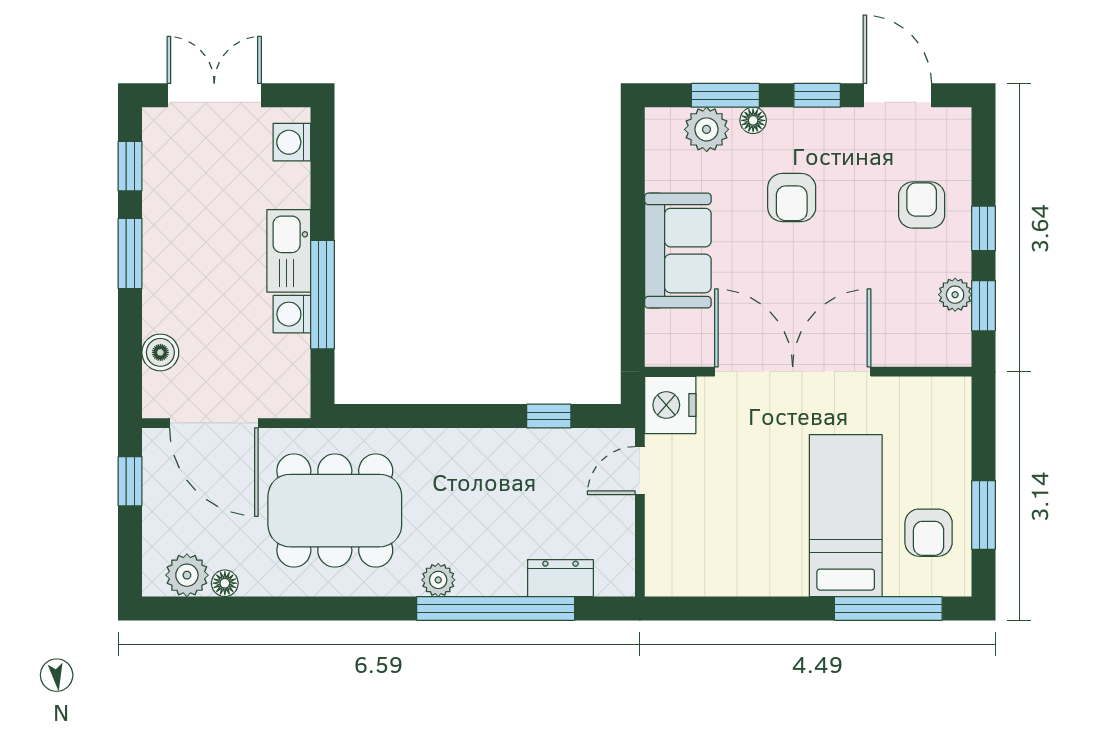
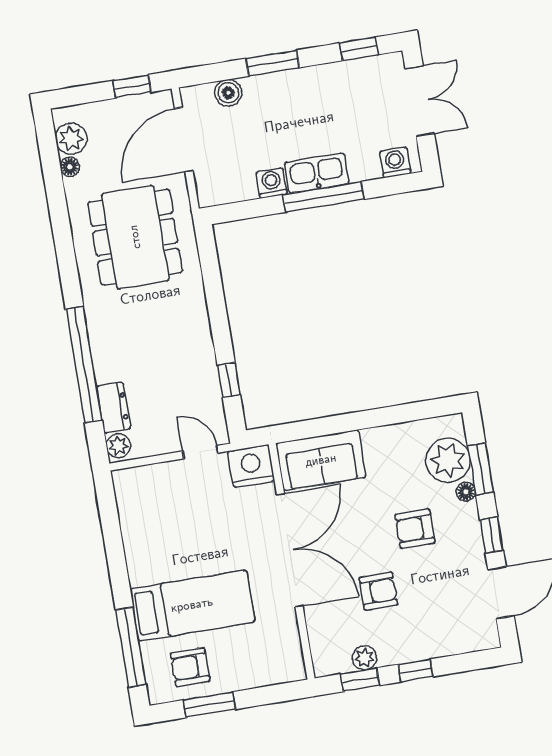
plant: (707, 129) -> (448, 460), width x1.36, depth x1.36
armchair: (922, 205) -> (378, 591), moved
sofa: (678, 251) -> (321, 460), moved
window: (130, 254) -> (273, 63), moved
window: (322, 295) -> (323, 197), moved
plant: (438, 580) -> (118, 446), moved

